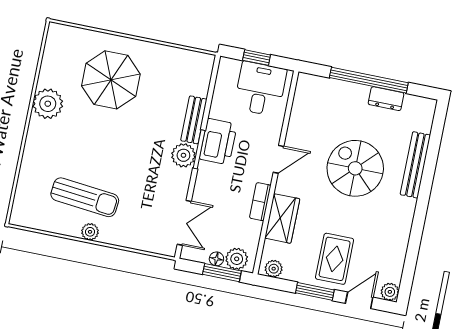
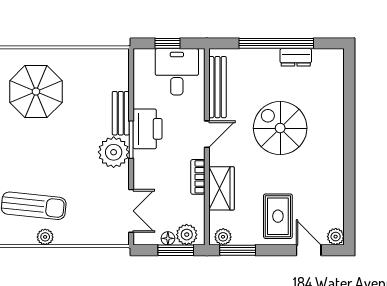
plant: (183, 155) -> (114, 152), width x1.36, depth x1.36
bench: (415, 165) -> (218, 87), moved
window: (315, 291) -> (238, 250), moved
door: (359, 300) -> (309, 250), hinge flipped

